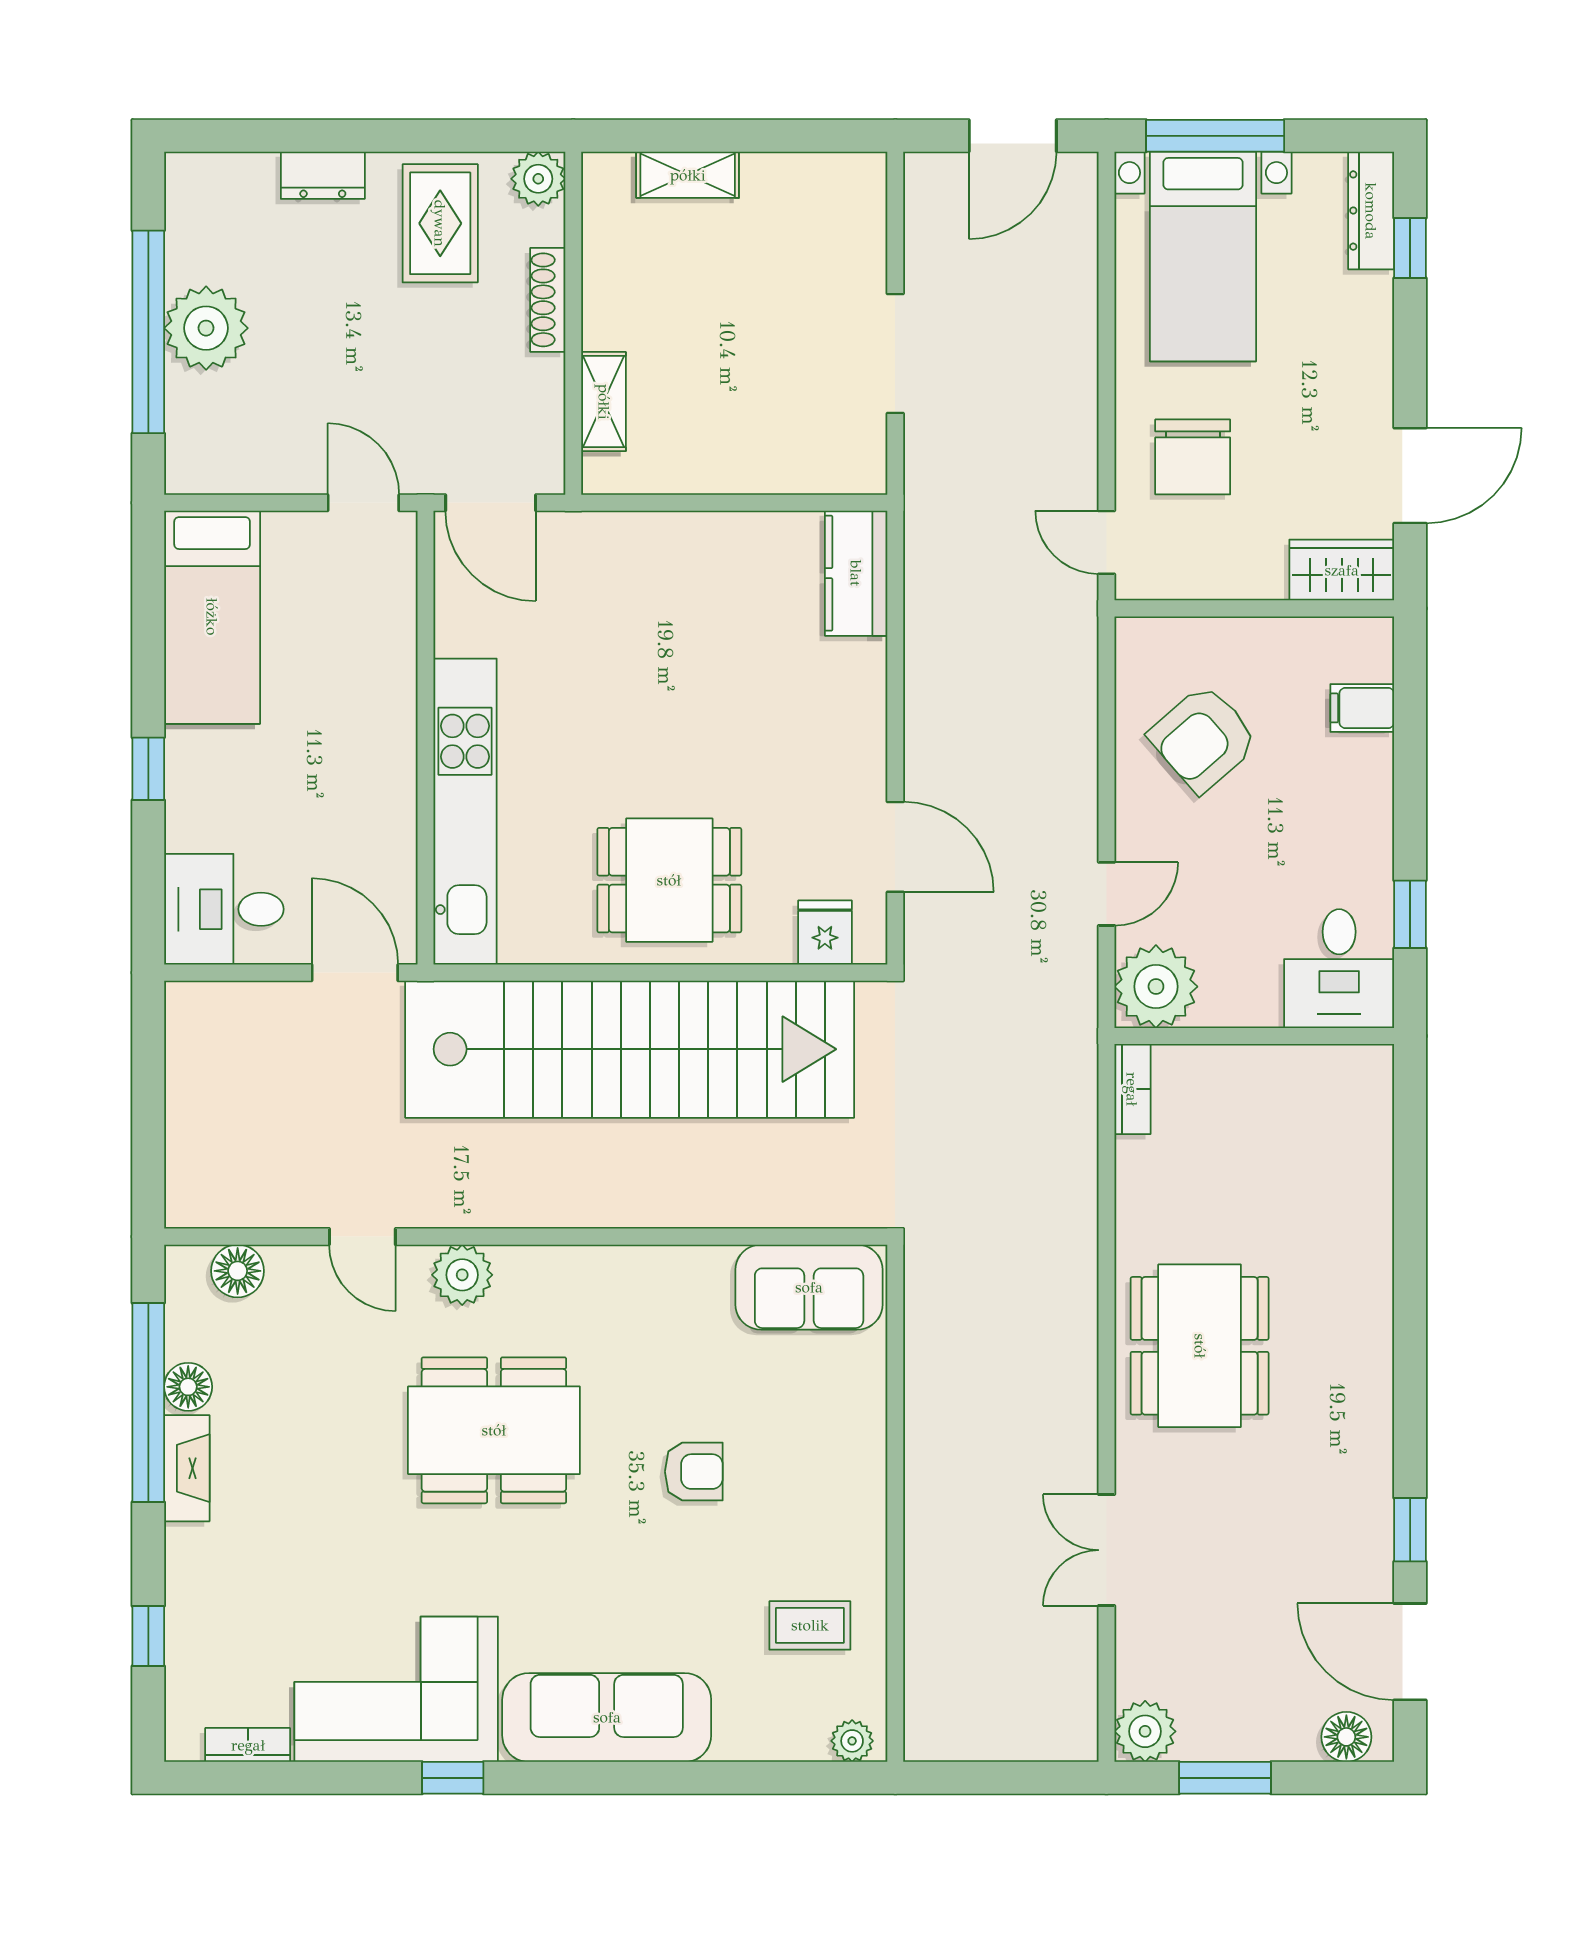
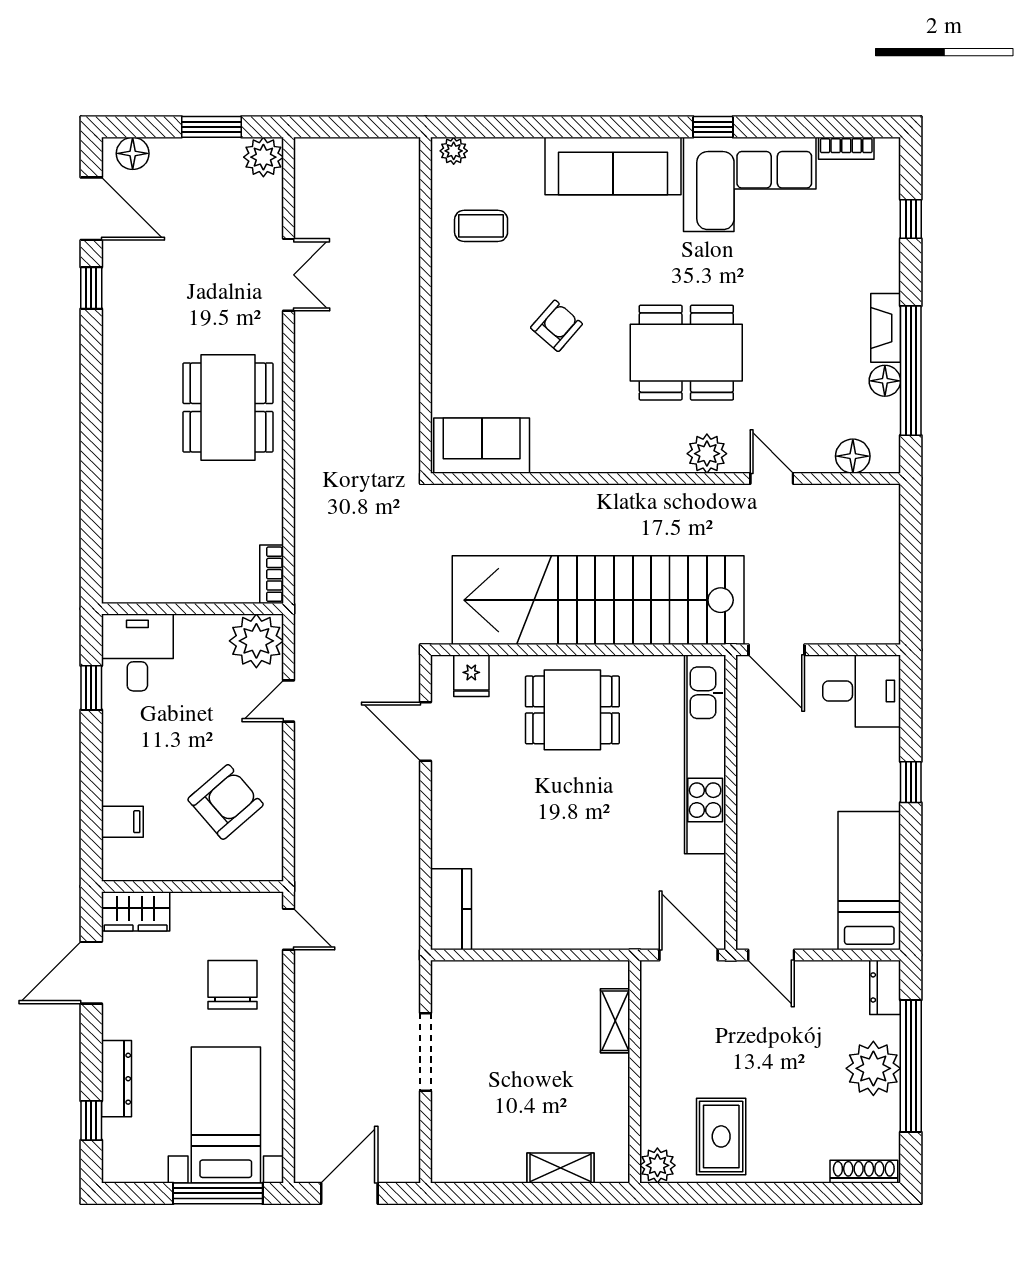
dresser: (323, 175) -> (885, 987), moved, turned -90
dresser: (1371, 211) -> (117, 1079), moved
shoe rack: (548, 300) -> (864, 1172), moved, turned -90
armchair: (694, 1472) -> (557, 326), turned 131

